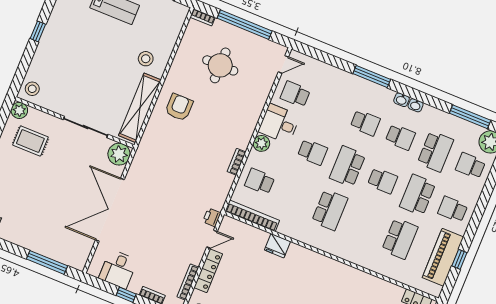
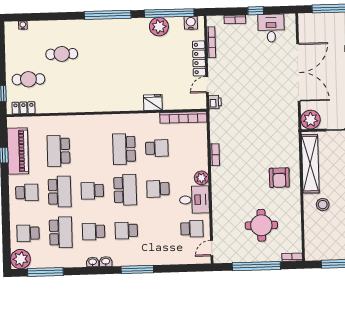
school desk: (435, 151) -> (61, 232), turned 180
school desk: (470, 166) -> (28, 233), turned 180
school desk: (260, 181) -> (157, 148), moved

